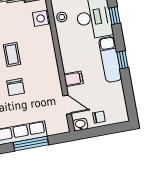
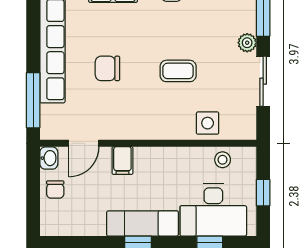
side table: (41, 18) -> (208, 123), moved
chair: (16, 87) -> (107, 68), moved
window: (31, 144) -> (33, 100), moved

